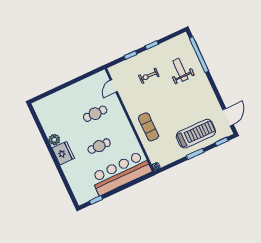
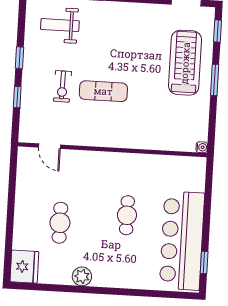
weight bench: (180, 70) -> (60, 25), moved
cafe table: (95, 114) -> (60, 223), moved
exercise mat: (148, 127) -> (103, 91), moved
fridge: (63, 153) -> (24, 267), moved, turned 90
bar counter: (121, 173) -> (182, 241), moved

